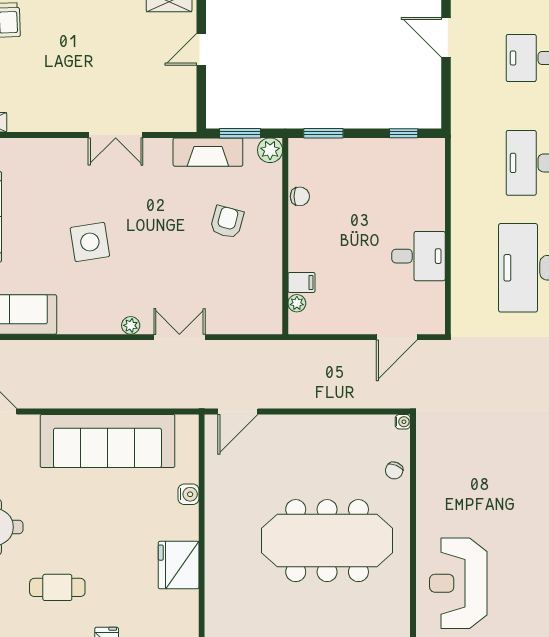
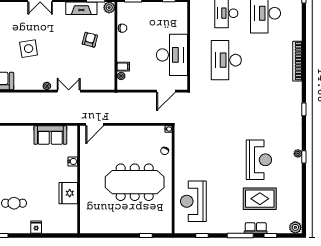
desk: (418, 256) -> (172, 55), width x1.87, depth x1.30
sofa: (107, 441) -> (50, 135), width x0.54, depth x0.79

